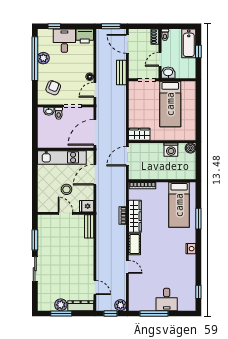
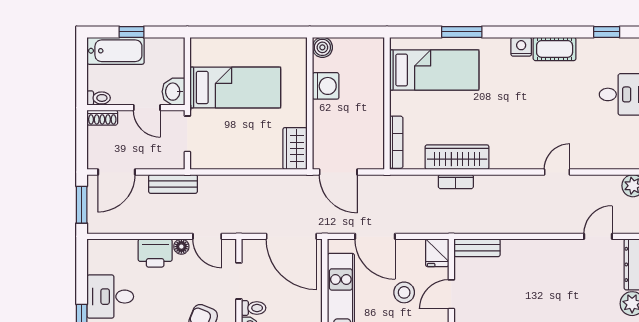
printer: (85, 36) -> (155, 253), moved, turned 90
cot: (135, 244) -> (555, 49), moved

